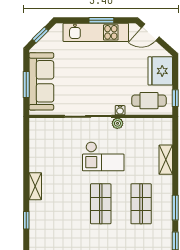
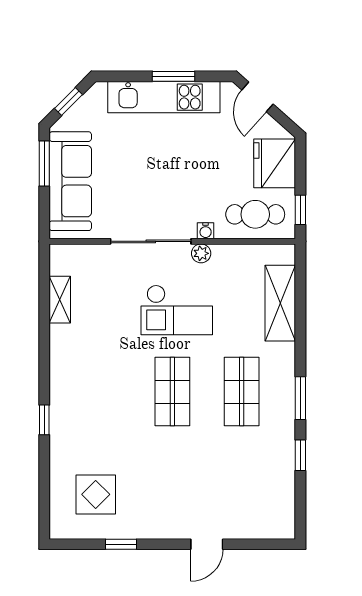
door: (150, 32) -> (257, 97), hinge flipped
window: (26, 84) -> (44, 164), moved
shelving: (166, 160) -> (280, 303), width x1.50, depth x1.33
shelving: (35, 186) -> (60, 300), moved

